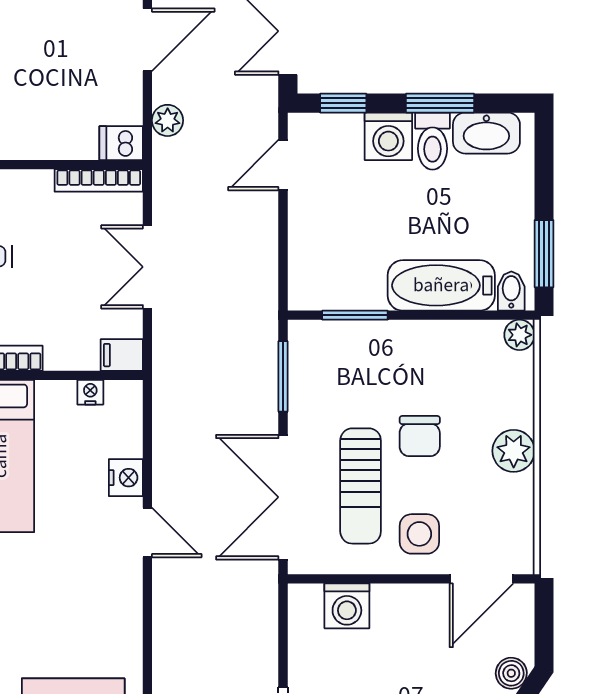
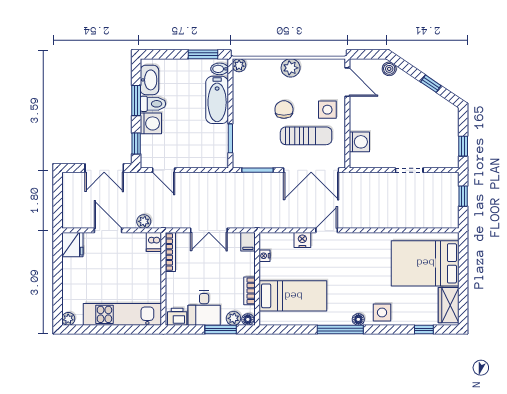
chair: (420, 436) -> (284, 110), turned -90

